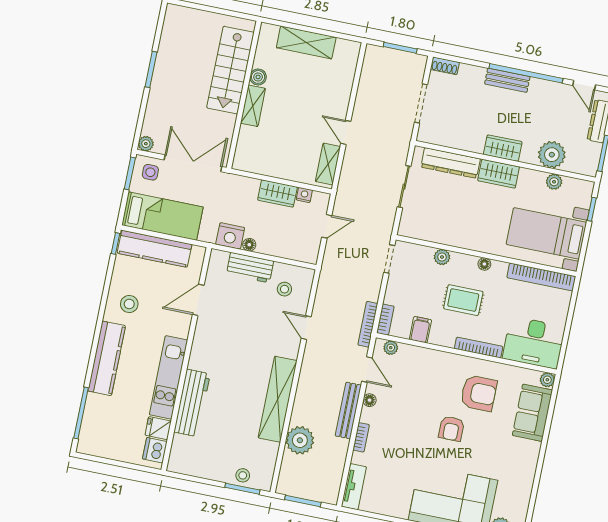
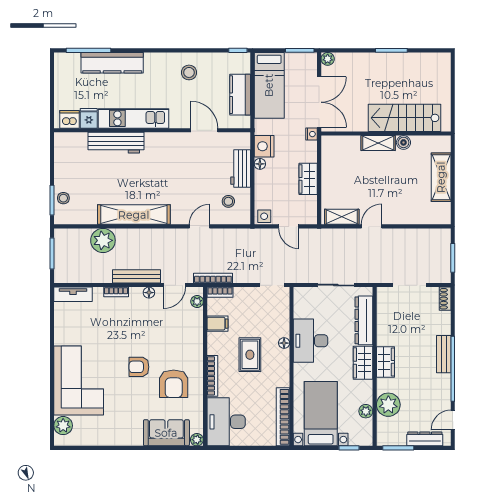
side table: (150, 172) -> (264, 216), moved
nightstand: (304, 195) -> (312, 134), moved
desk: (461, 228) -> (311, 341), added
kitchen counter: (155, 249) -> (240, 95), width x0.67
plant: (442, 257) -> (283, 329), removed
floor lamp: (484, 264) -> (284, 343), moved
kitchen counter: (107, 358) -> (112, 63), moved

